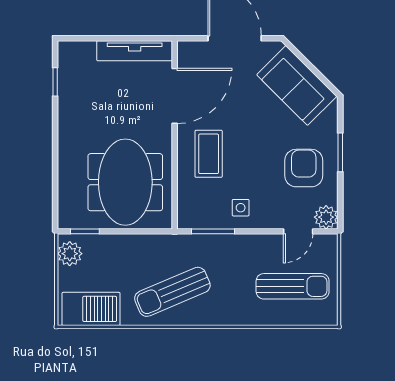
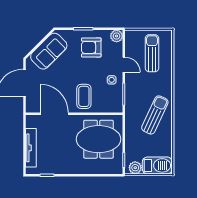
tv unit: (135, 51) -> (31, 148), moved
coffee table: (209, 154) -> (84, 96), turned 90
door: (298, 231) -> (124, 65), moved
sun lounger: (172, 292) -> (155, 115), turned -132
barbecue: (91, 309) -> (157, 165), moved, turned 90

